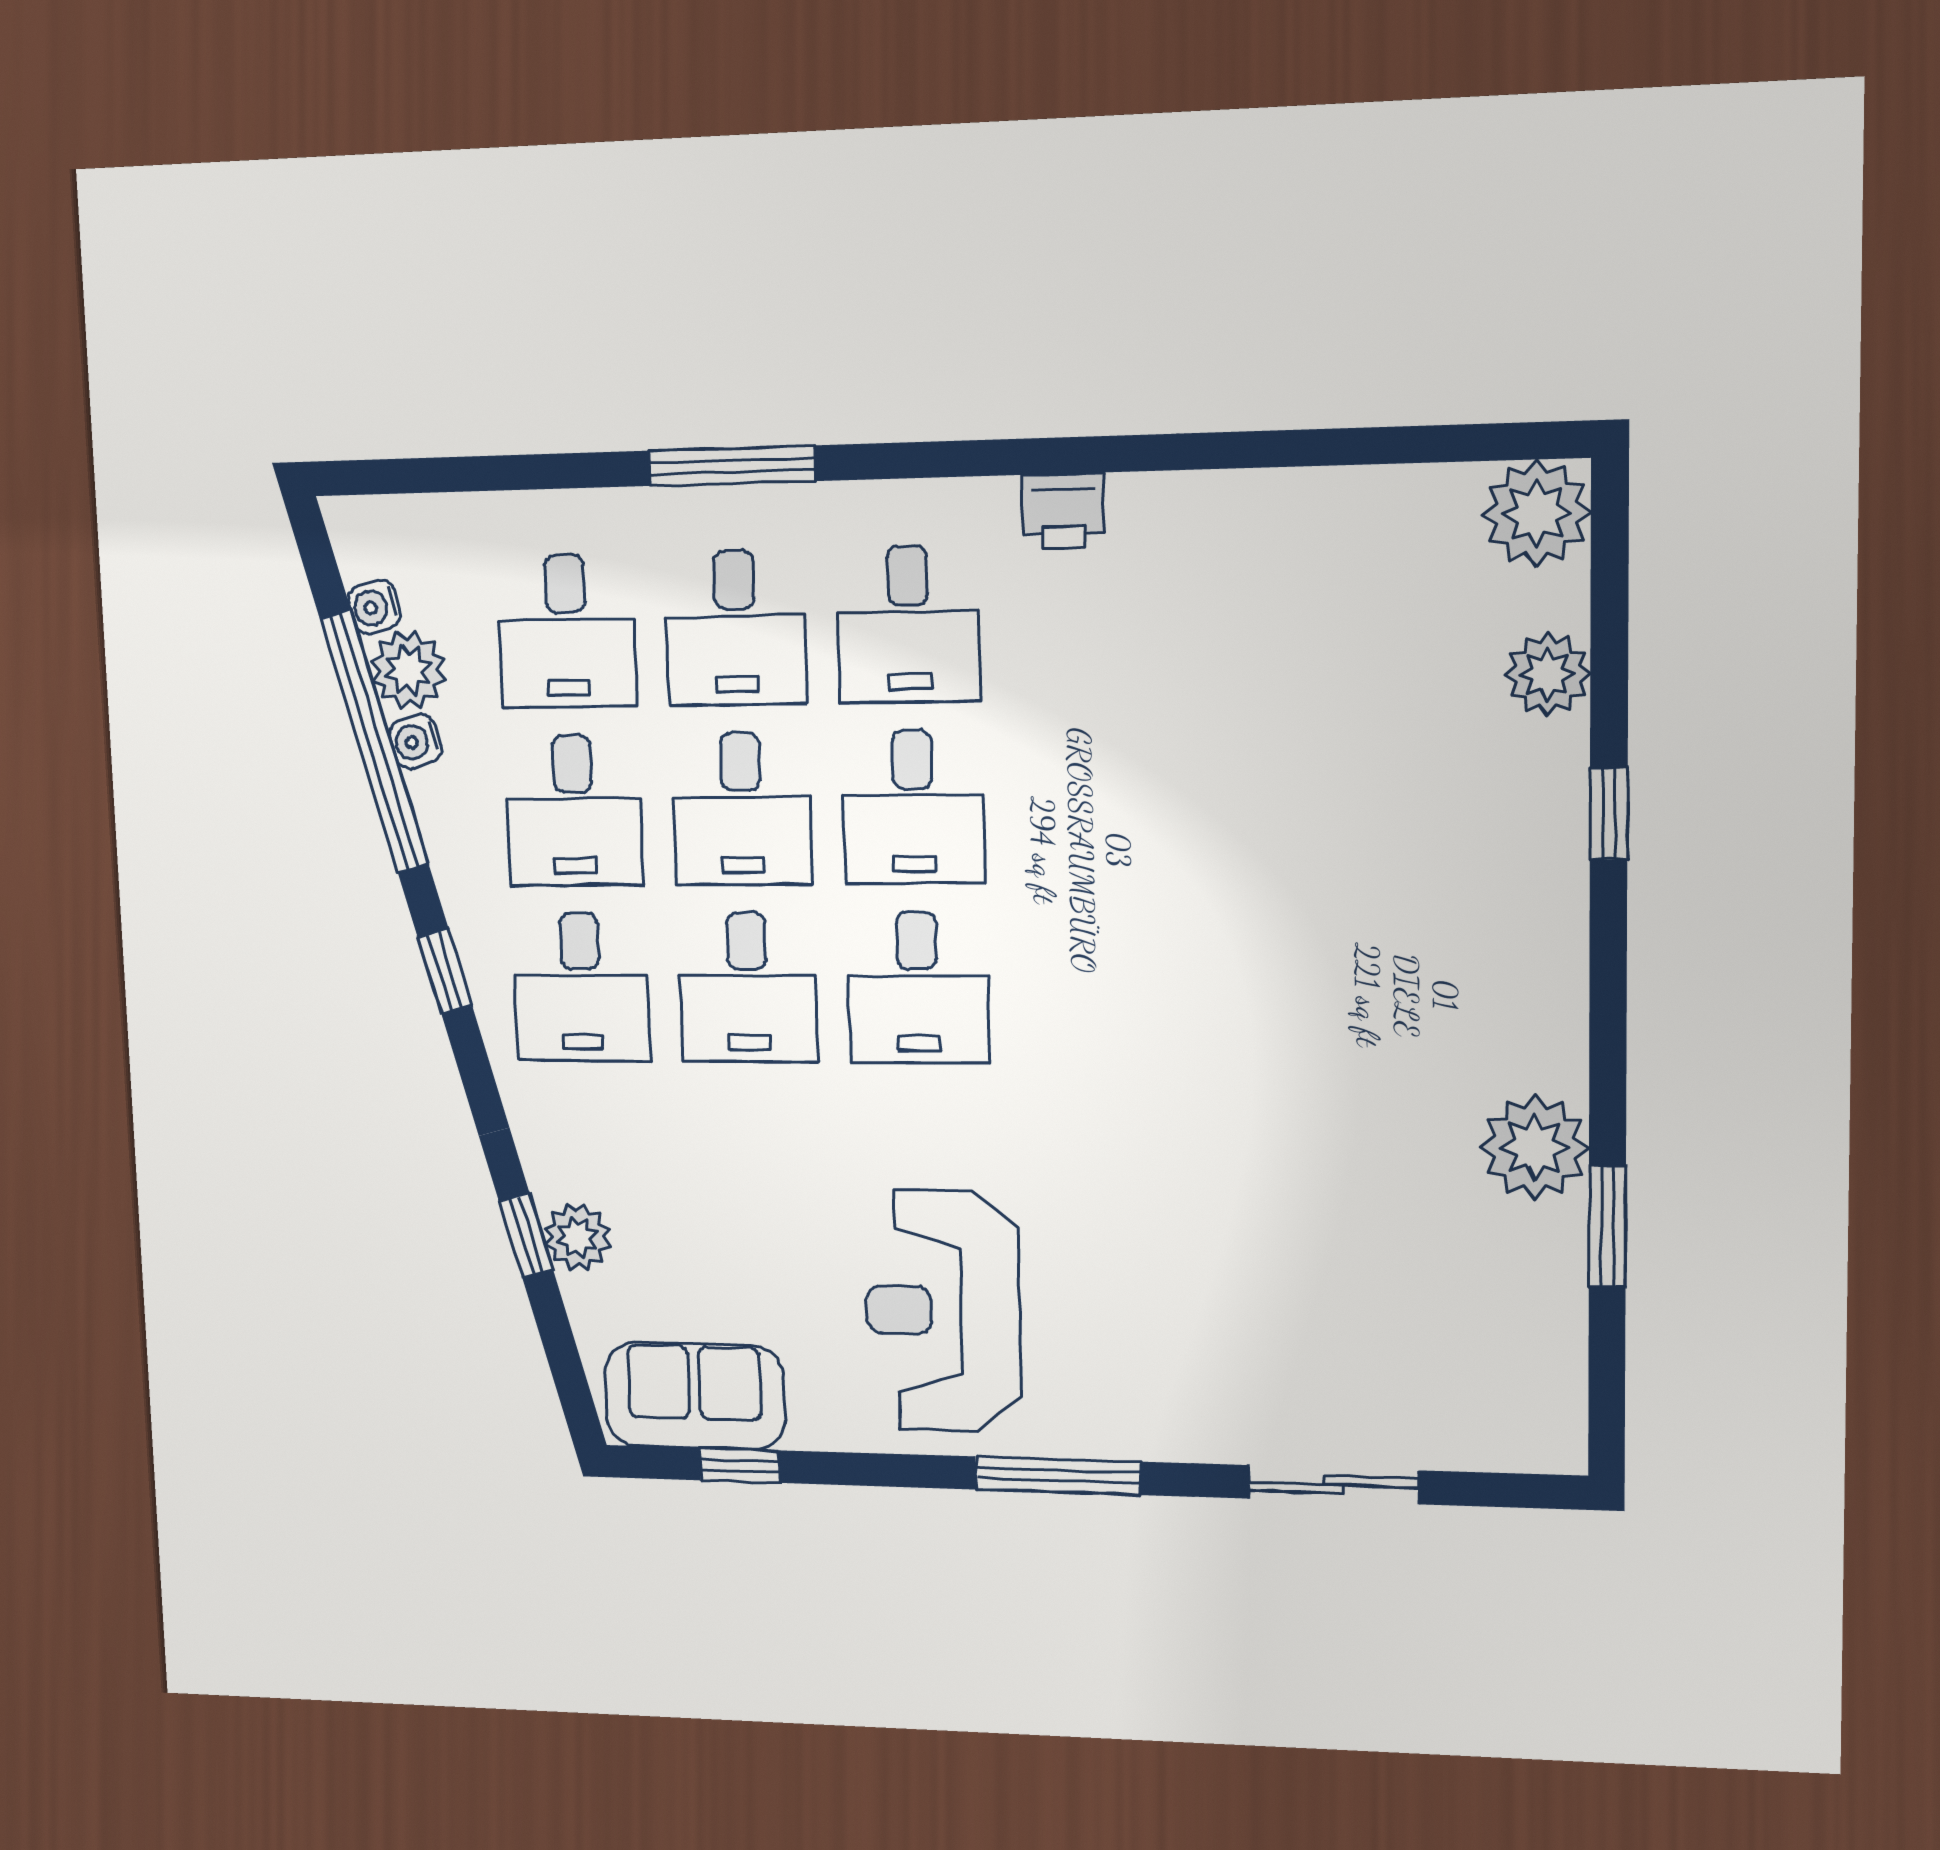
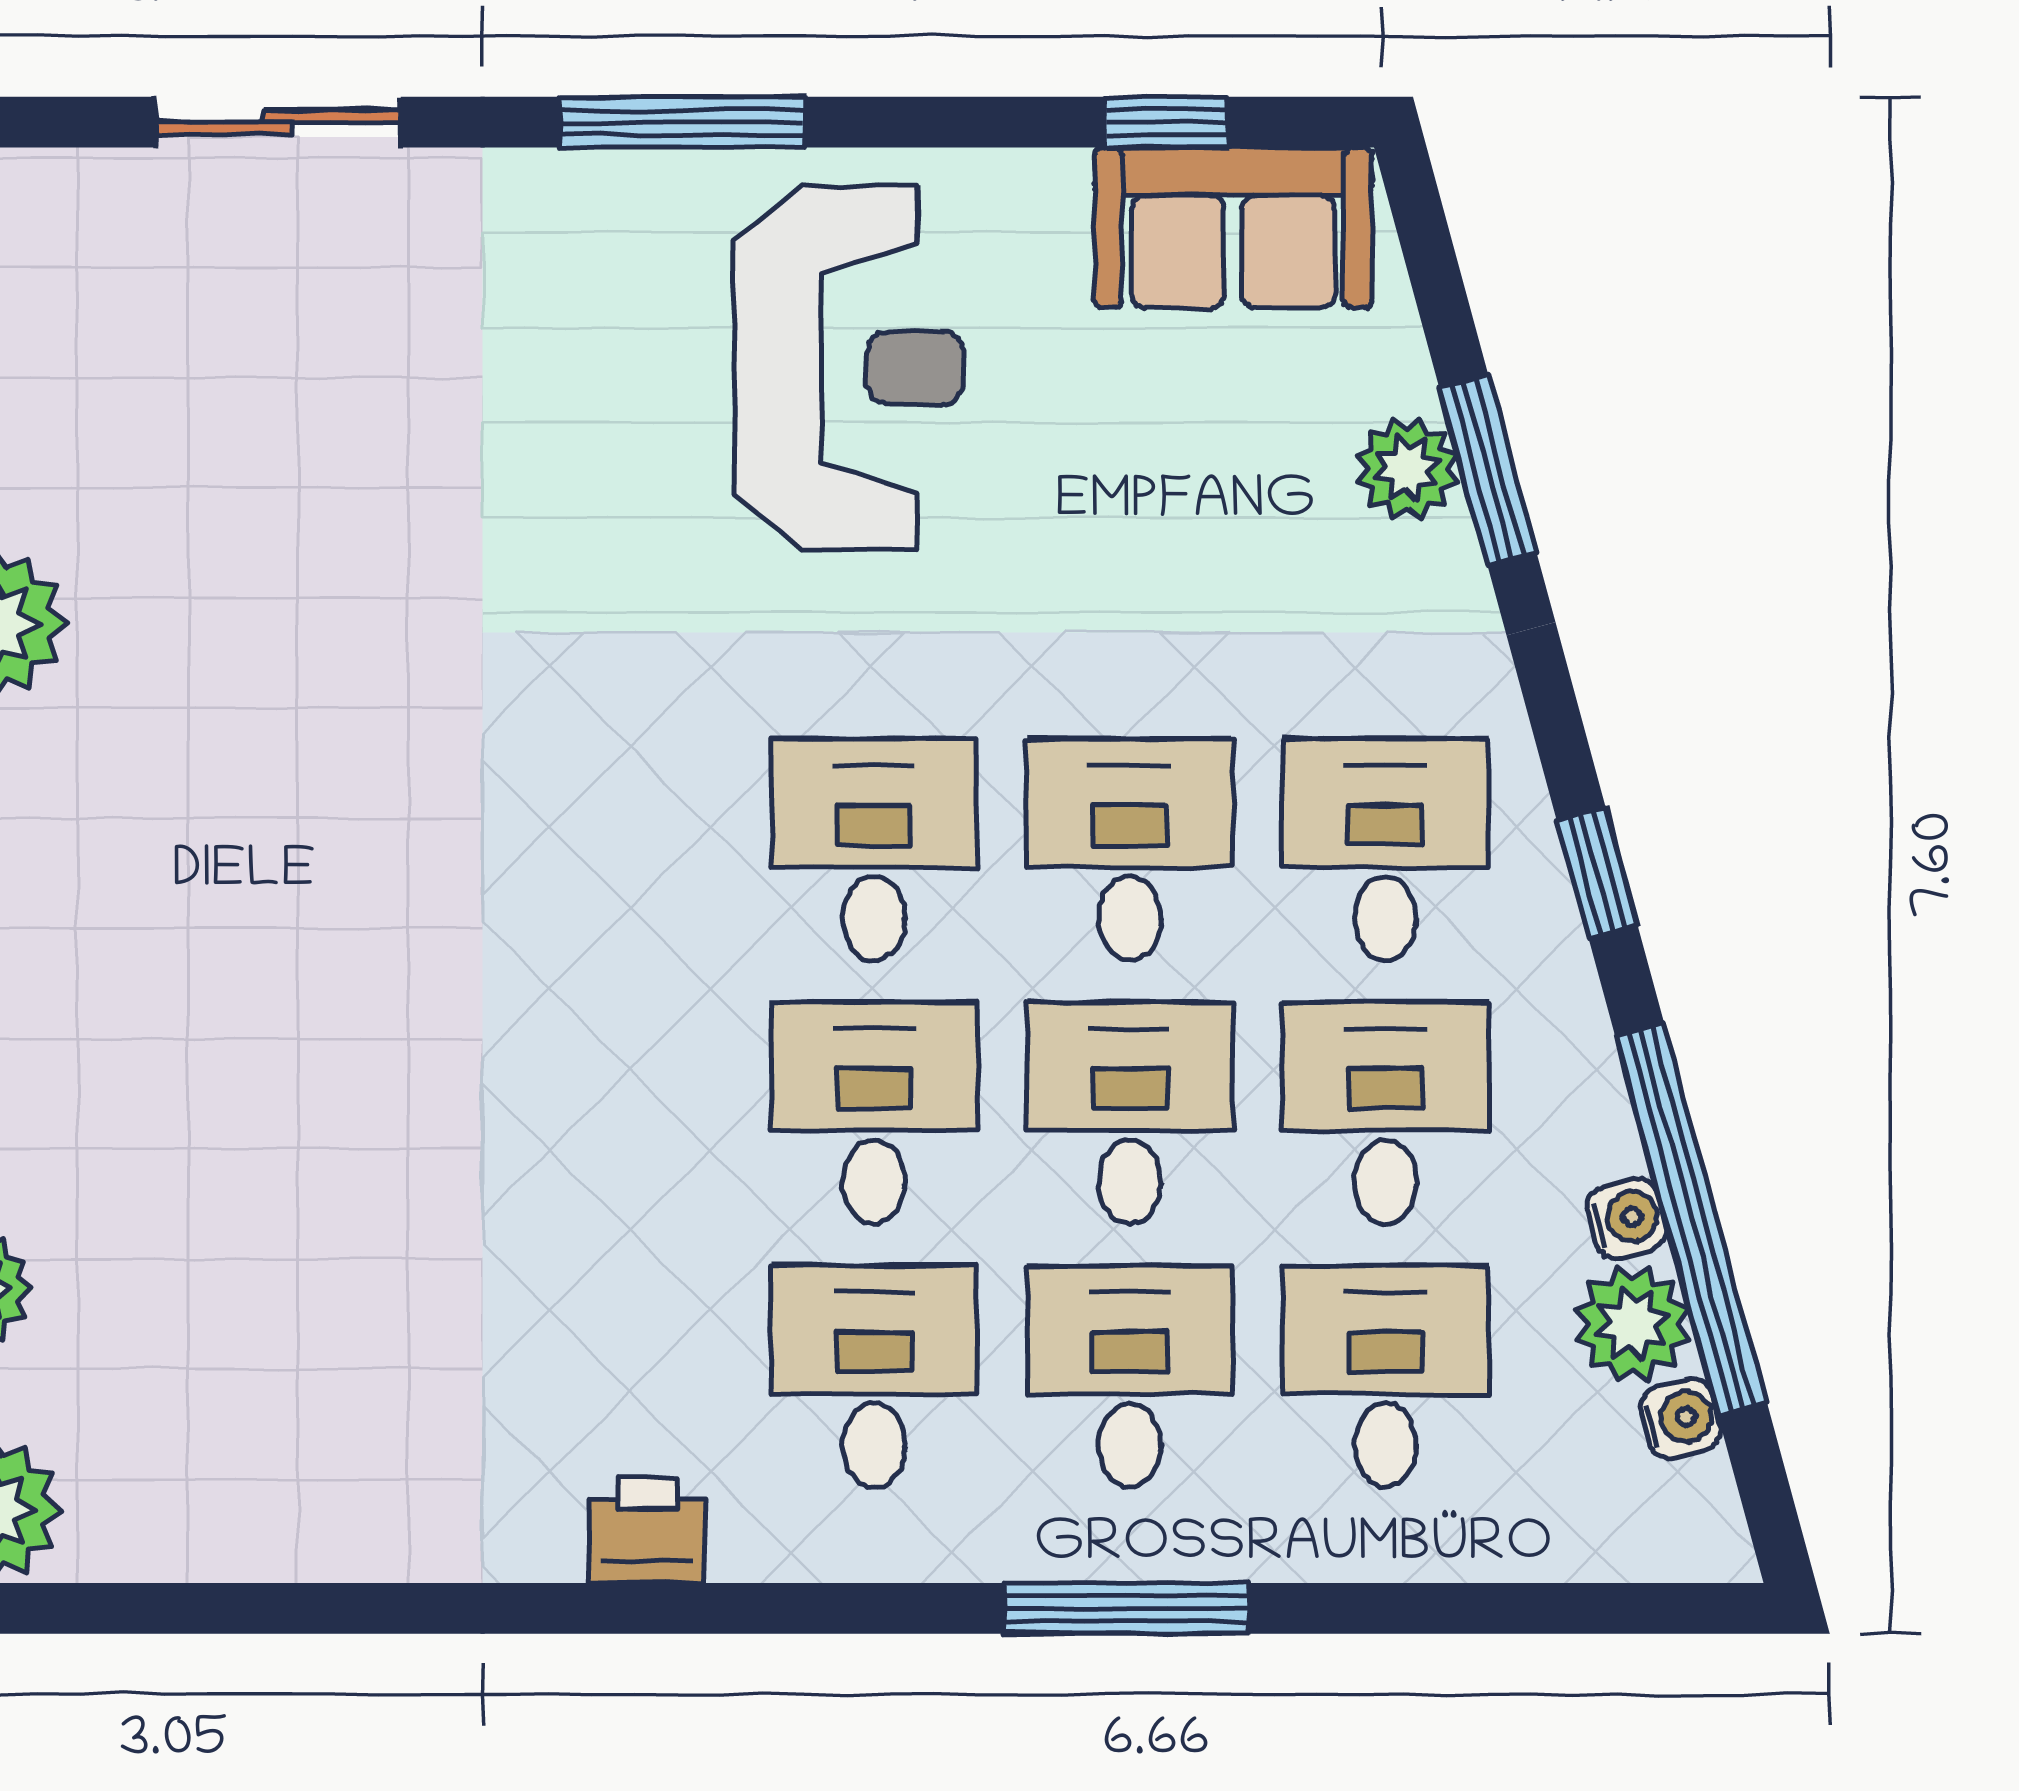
window: (526, 1235) -> (1488, 470), width x1.50

